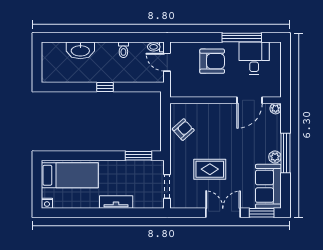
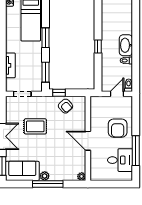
washbasin: (80, 50) -> (126, 45), moved
door: (250, 100) -> (88, 141), moved
window: (166, 138) -> (59, 93), added
window: (94, 156) -> (46, 38), added
rug: (210, 169) -> (35, 126), turned 90
tv unit: (116, 202) -> (10, 65), moved

